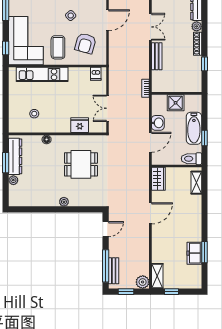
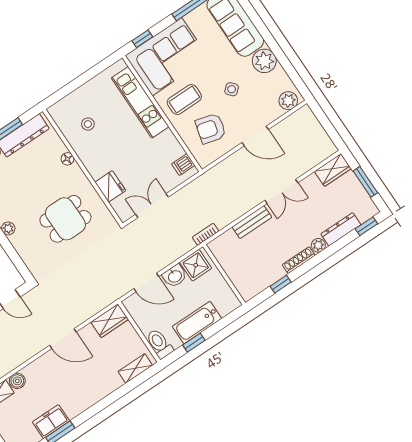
shower: (176, 103) -> (196, 265), moved
dining table: (81, 164) -> (65, 219), turned 90
boiler: (157, 257) -> (17, 381), added

